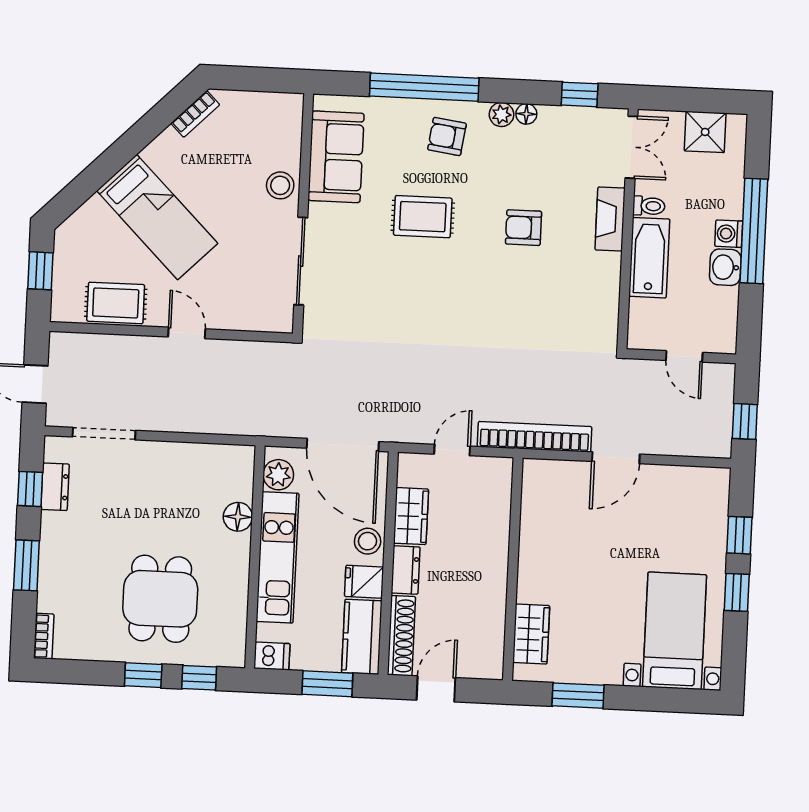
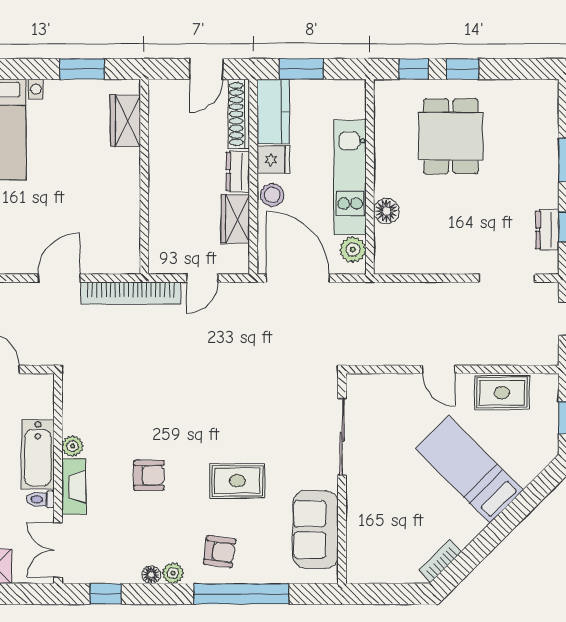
stool: (280, 185) -> (363, 502), removed
plant: (609, 265) -> (72, 446), added
bookcase: (44, 636) -> (551, 99), removed
dishwasher: (272, 656) -> (351, 91), removed

